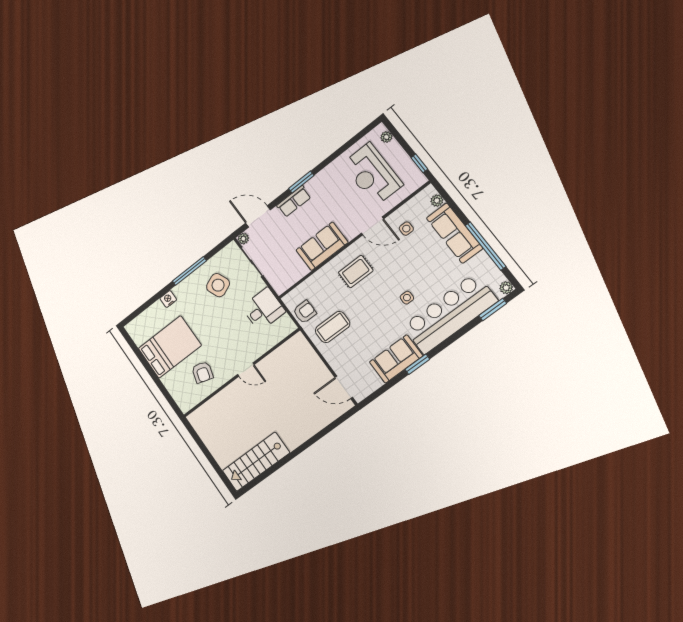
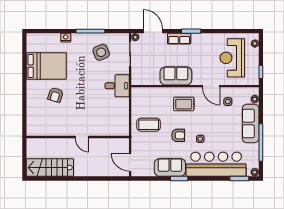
armchair: (305, 312) -> (178, 135), moved
door: (246, 370) -> (82, 137), moved
wall: (241, 373) -> (78, 137), moved

